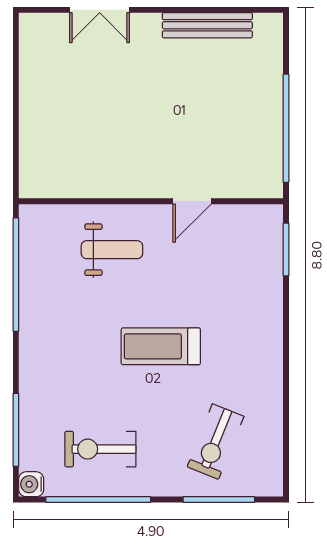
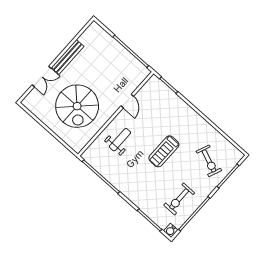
bench: (207, 25) -> (68, 57), moved
spiral stairs: (103, 120) -> (77, 106), added

